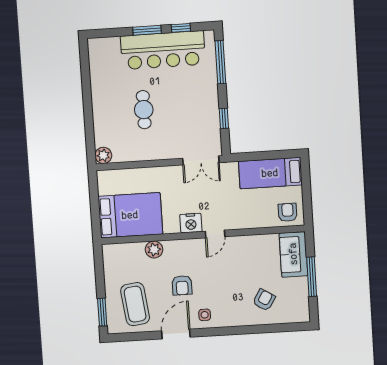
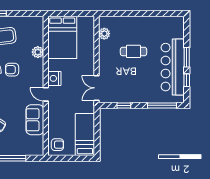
plant: (103, 155) -> (104, 34), moved
sofa: (293, 254) -> (35, 120), moved, turned -90

